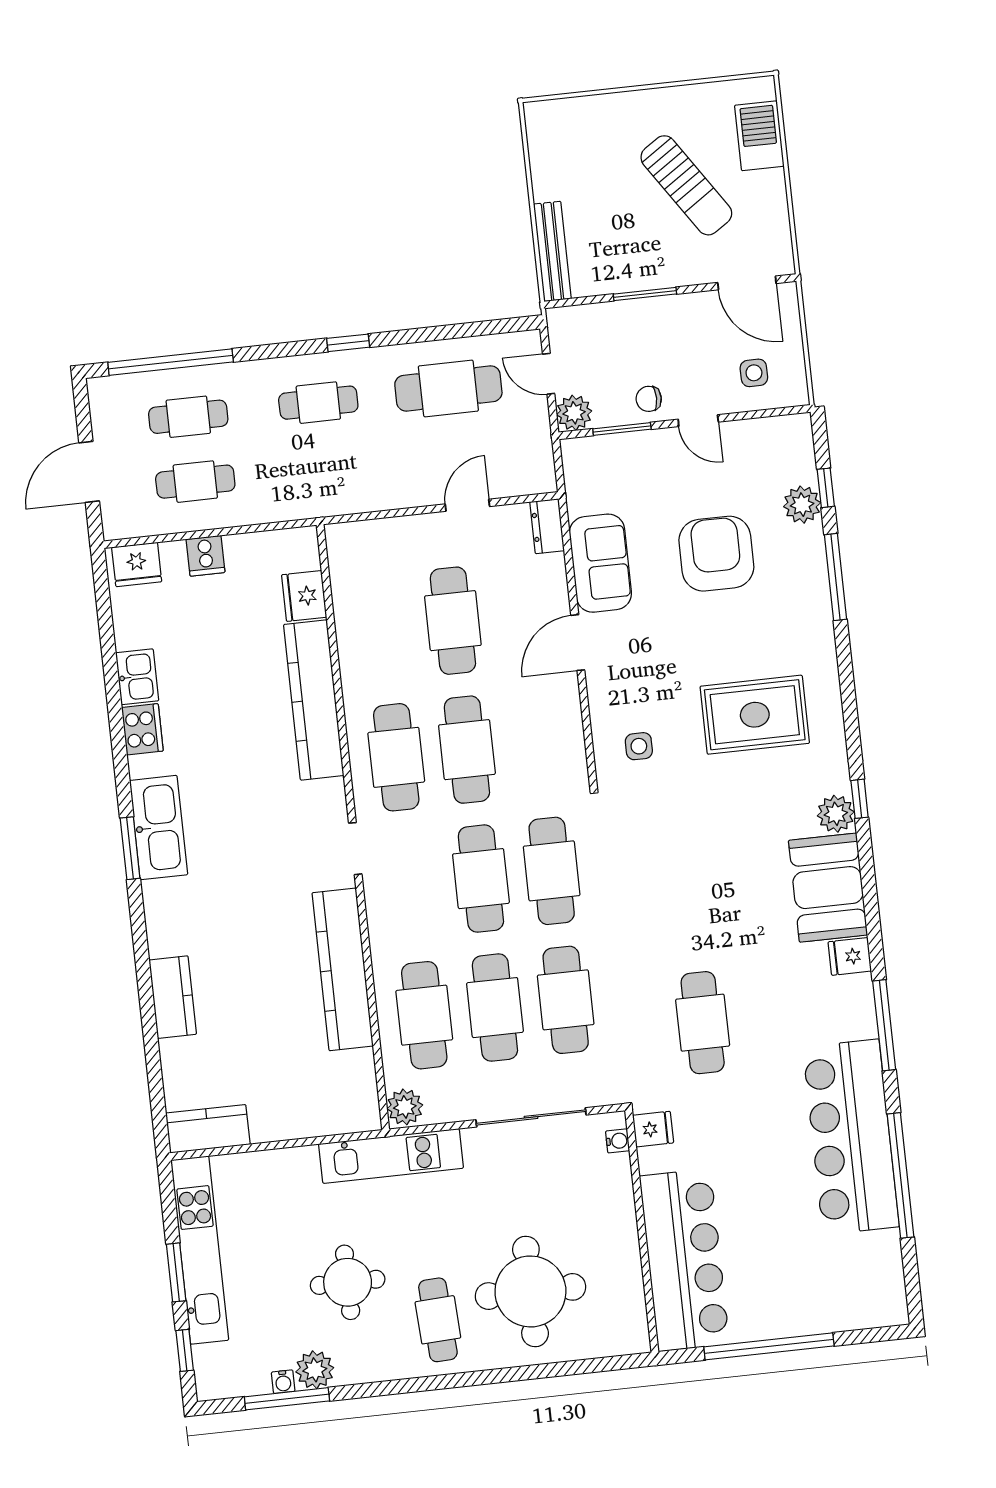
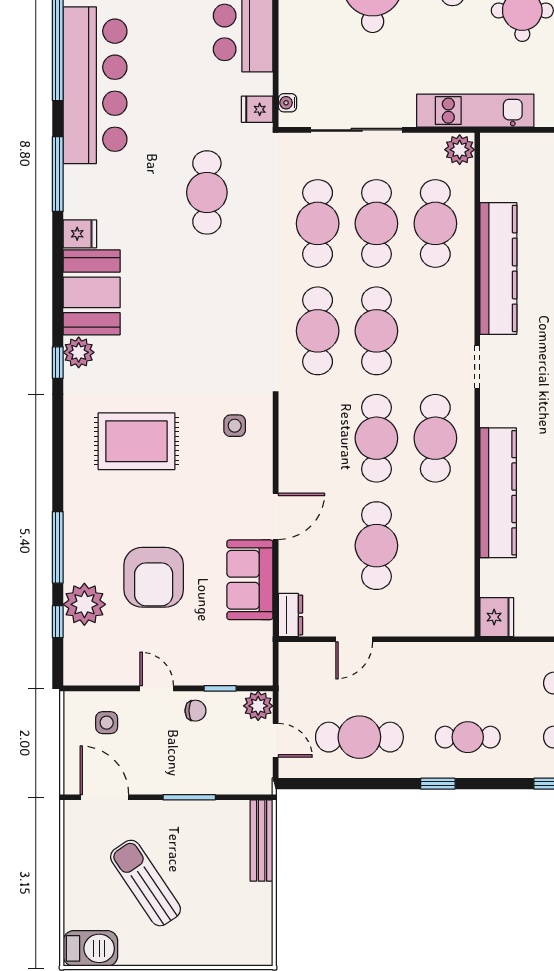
barbecue: (759, 136) -> (90, 948), moved, turned -90
window: (622, 429) -> (220, 688), width x0.67
plant: (802, 505) -> (84, 604), width x1.36, depth x1.36
fridge: (304, 596) -> (497, 617), moved

